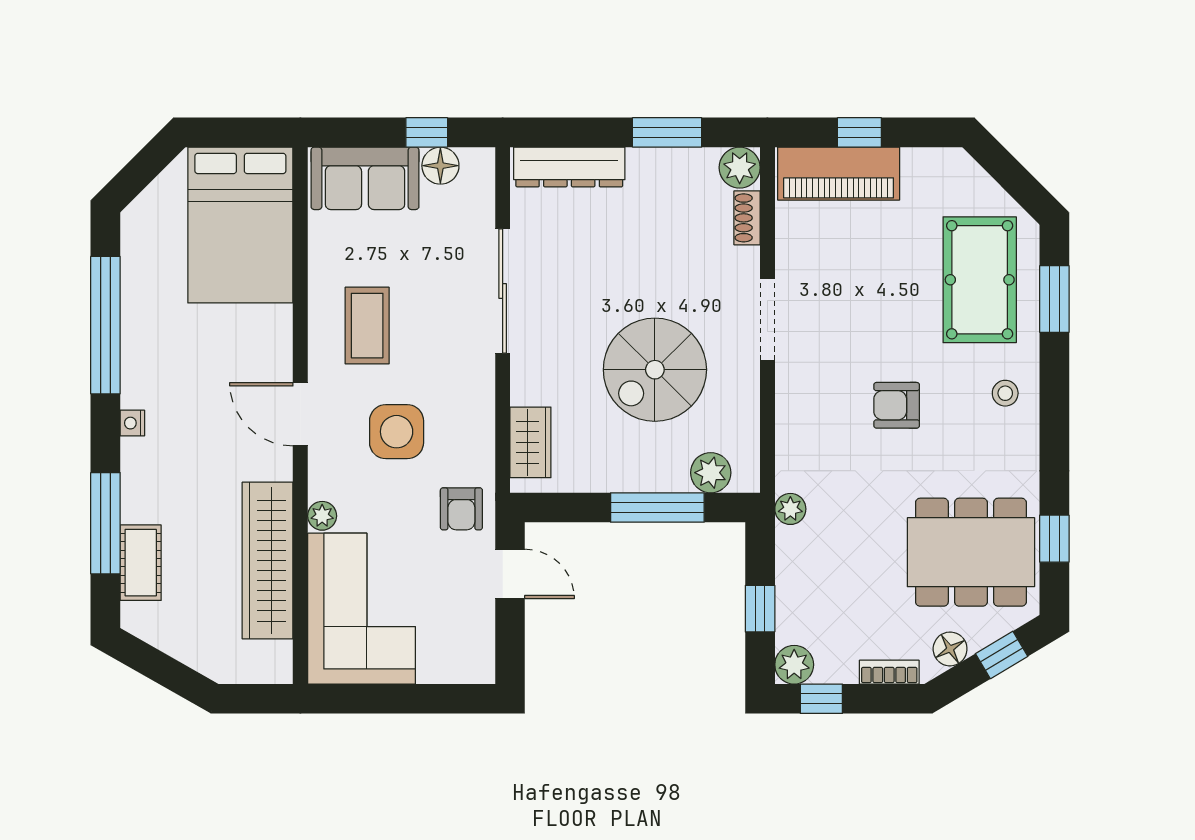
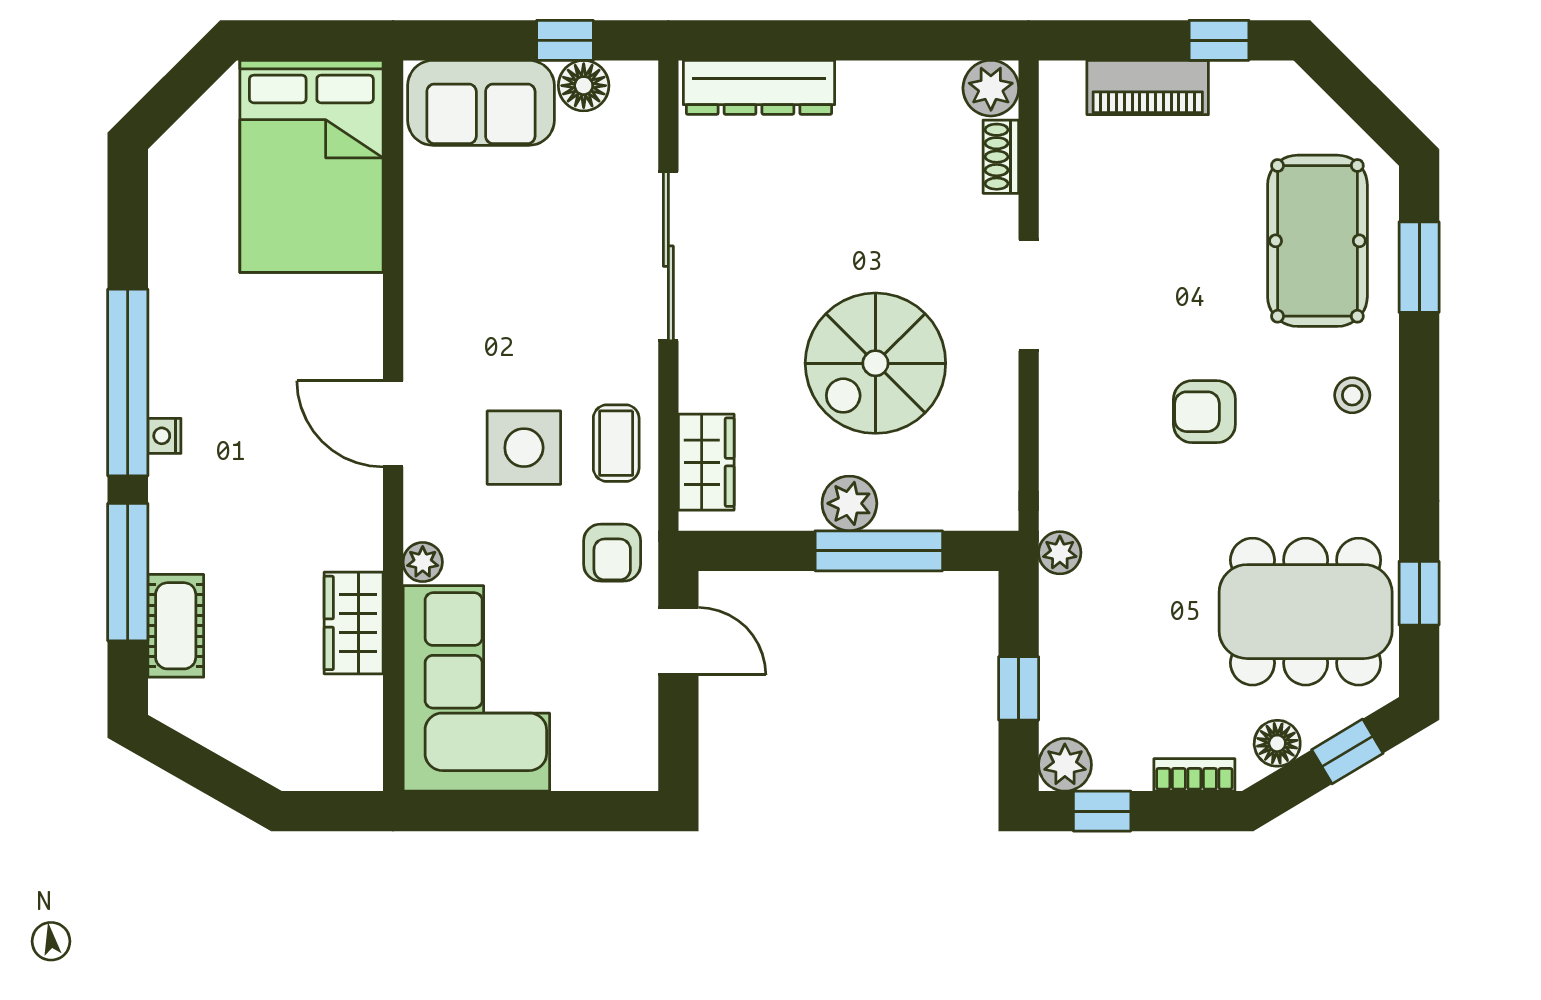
window: (667, 132) -> (892, 40), removed
window: (859, 132) -> (1219, 40), moved
piano: (839, 174) -> (1148, 88), width x0.73, depth x0.75
window: (105, 325) -> (128, 382), moved
coffee table: (367, 326) -> (616, 443), moved, width x0.73, depth x0.77
plant: (711, 473) -> (849, 503), moved
wardrobe: (268, 561) -> (354, 623), width x0.48, depth x0.85

